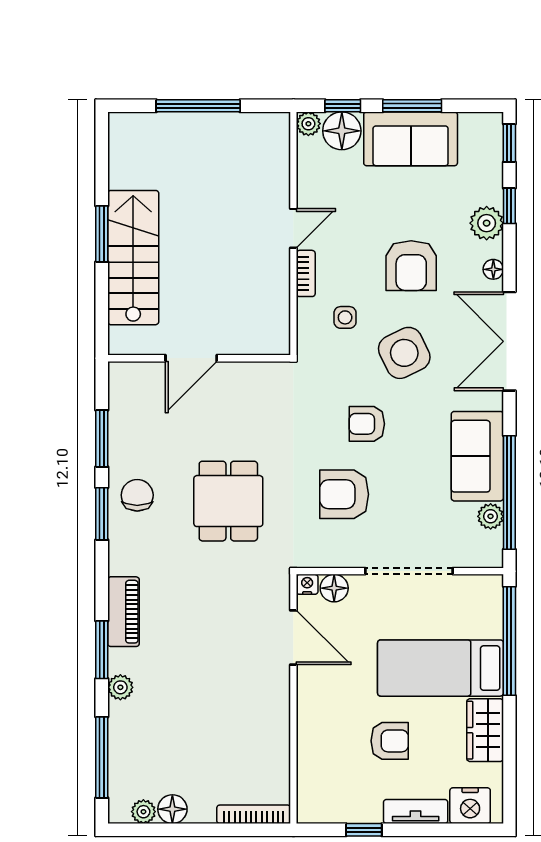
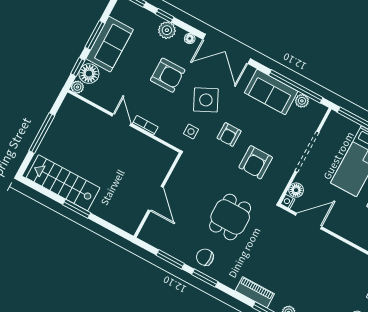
stairs: (133, 258) -> (63, 183), moved
side table: (345, 317) -> (191, 131), moved
dining table: (228, 501) -> (230, 217), turned 90

